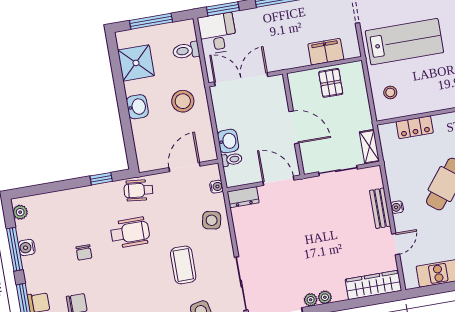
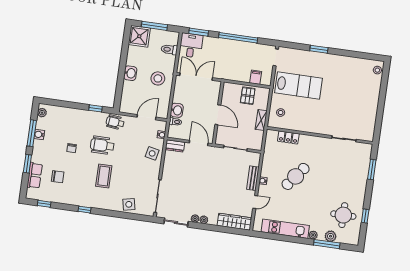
filing cabinet: (326, 52) -> (256, 77), width x0.50
shower: (136, 63) -> (139, 36), moved
shelving: (369, 147) -> (261, 120), moved
wheelchair: (130, 233) -> (102, 145), turned 180
coffee table: (183, 265) -> (104, 176), moved

